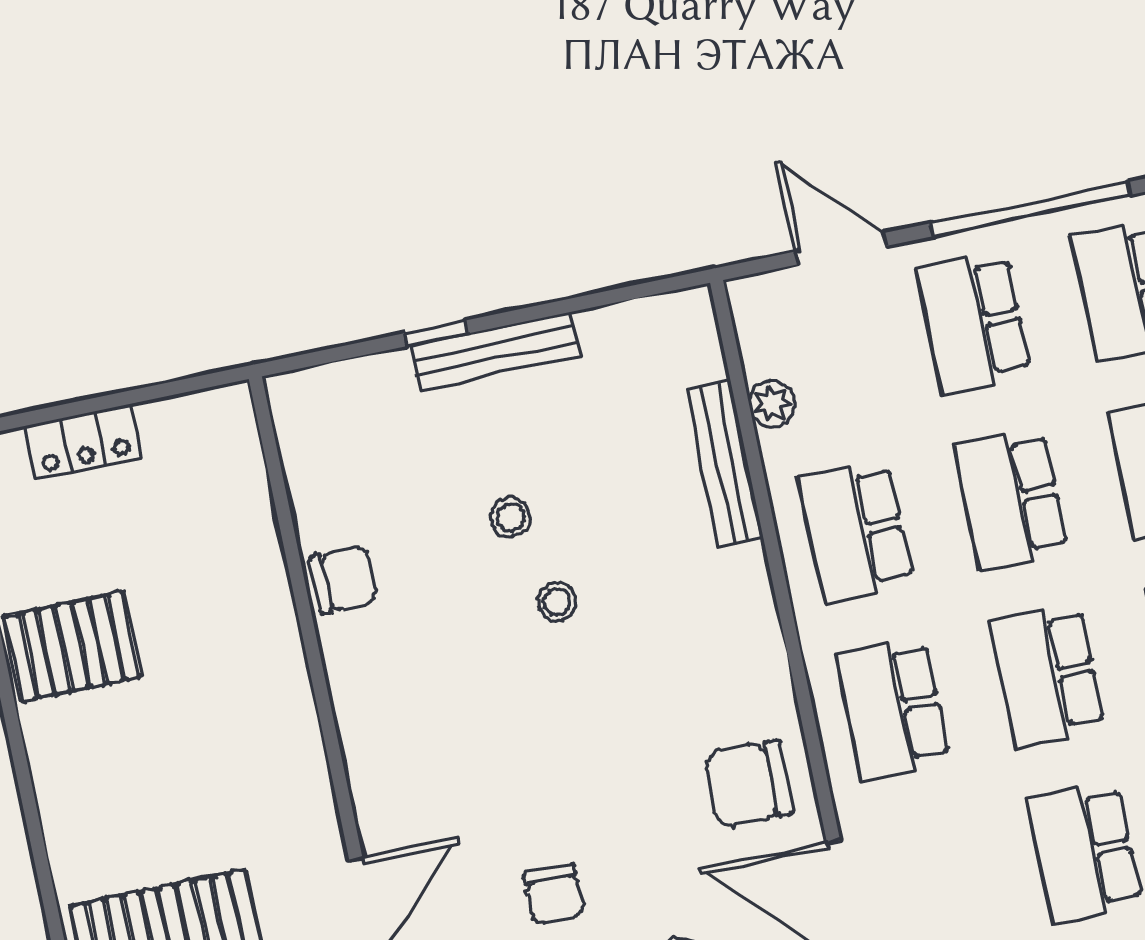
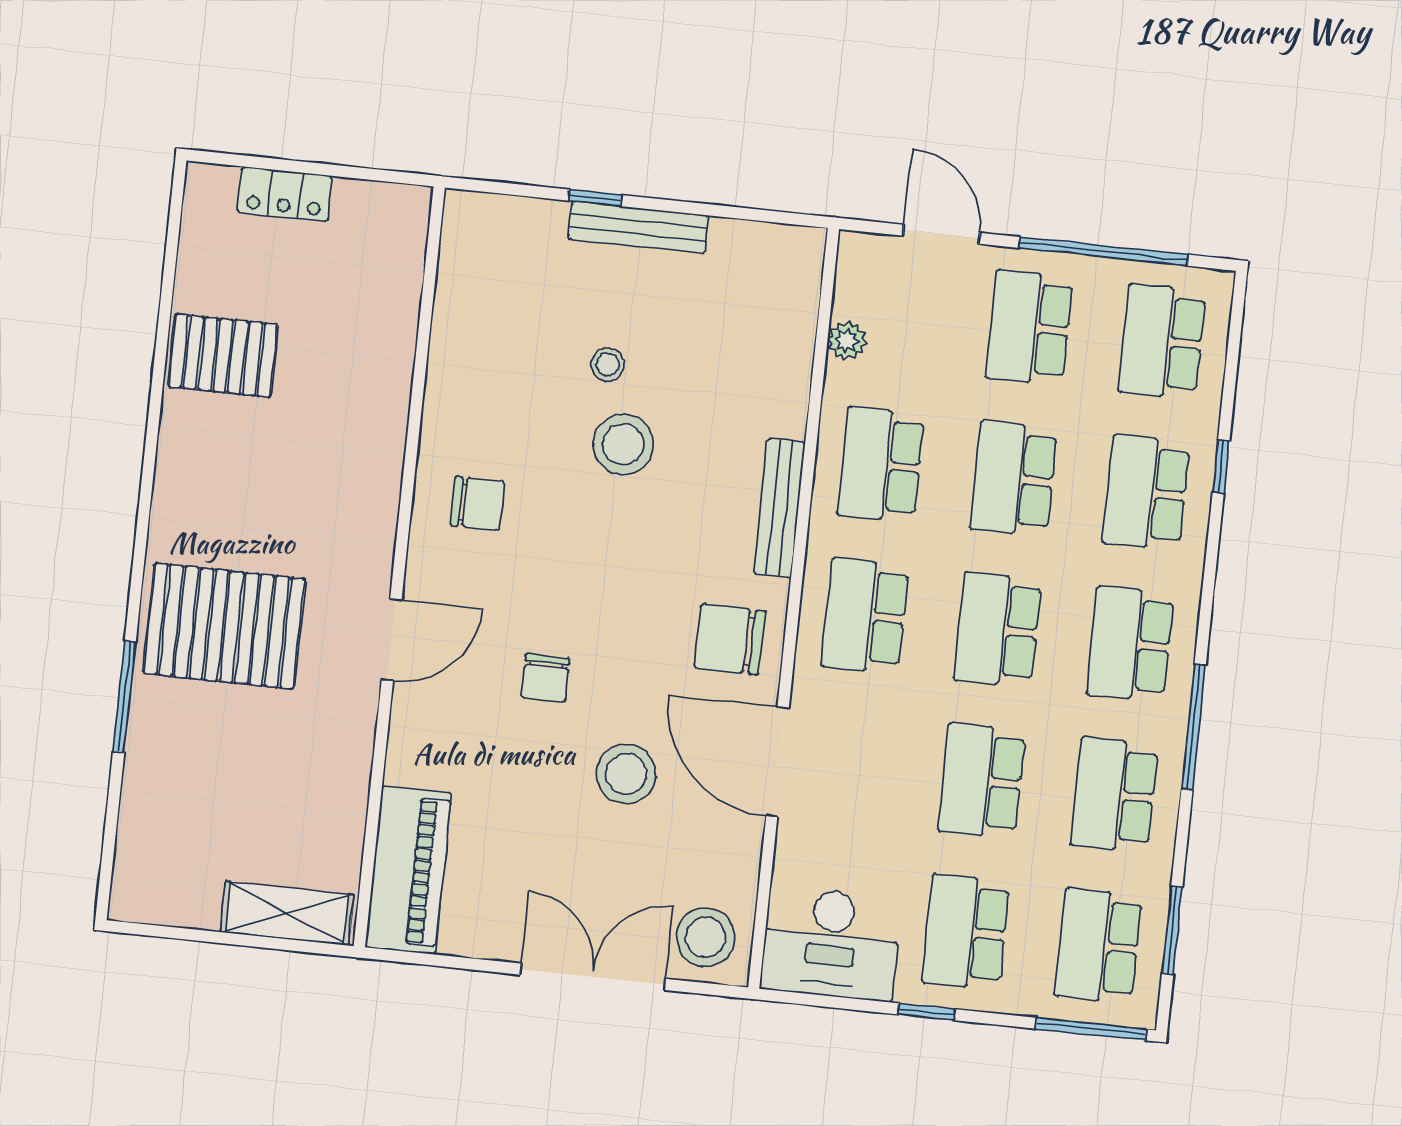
bench: (725, 463) -> (779, 508), moved
chair: (344, 579) -> (477, 503), moved
stool: (557, 602) -> (623, 444), width x1.89, depth x1.89

